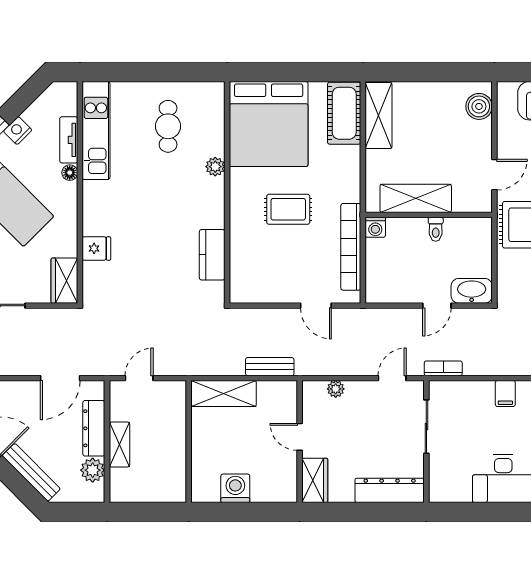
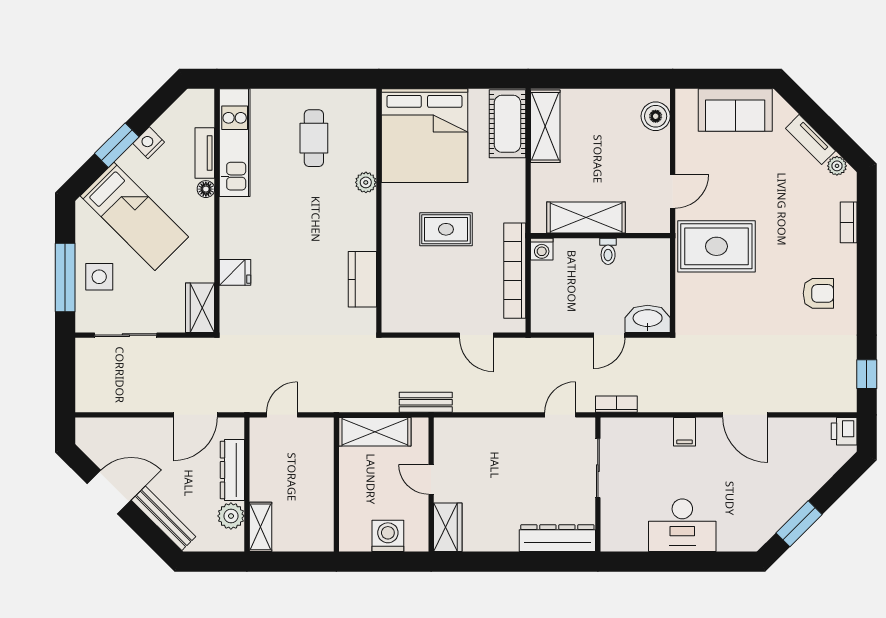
plant: (336, 389) -> (498, 427), removed
door: (300, 437) -> (431, 479), moved
wall: (300, 442) -> (431, 485), moved
shelving: (119, 445) -> (260, 527), moved
wardrobe: (315, 480) -> (448, 527), moved

